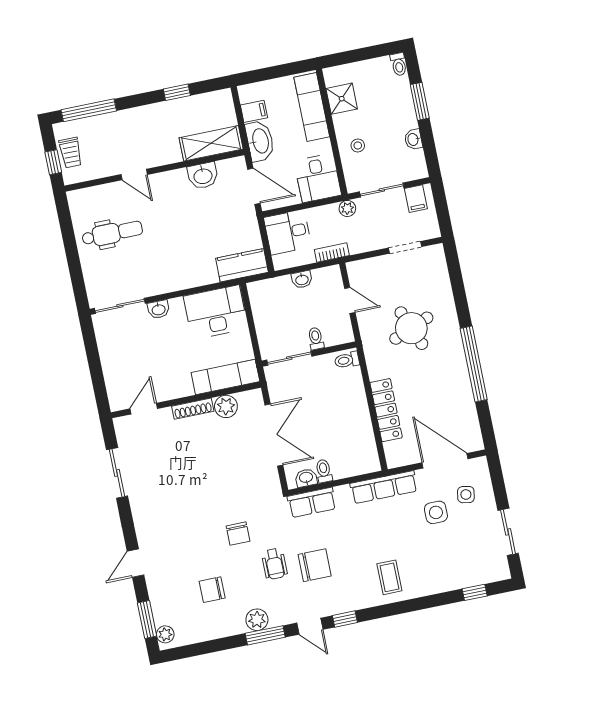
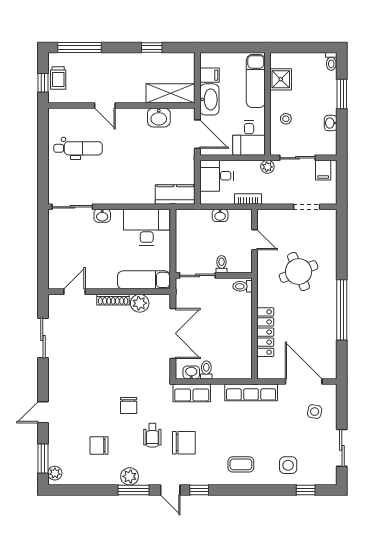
side table: (436, 512) -> (288, 465), moved
coffee table: (389, 577) -> (241, 464), turned 90

